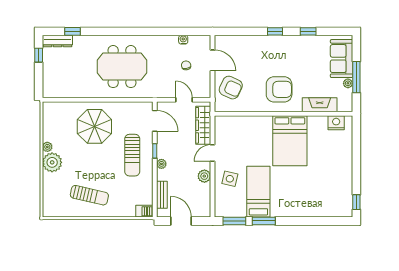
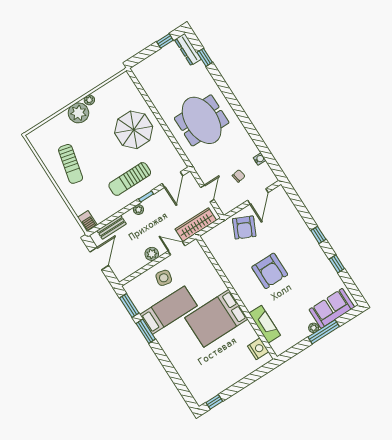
fireplace: (320, 105) -> (265, 324), moved
wall: (284, 114) -> (237, 298), moved
nightstand: (336, 123) -> (258, 349), moved
bed: (290, 141) -> (216, 318), moved

